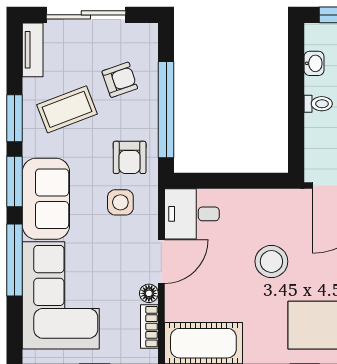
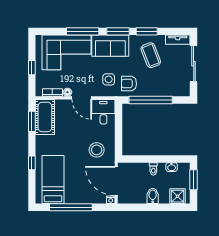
armchair: (120, 80) -> (164, 79), removed
stool: (271, 261) -> (97, 150), moved

